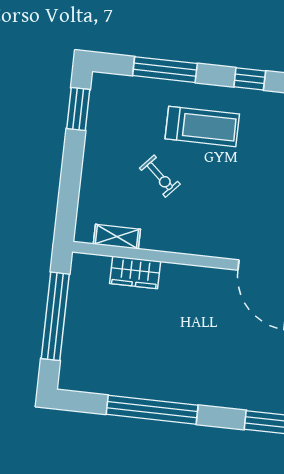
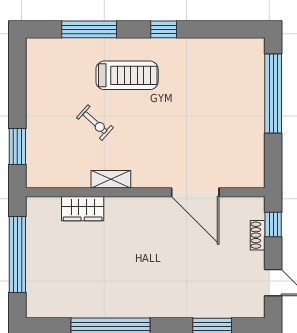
window: (78, 109) -> (17, 147), moved
shelving: (117, 237) -> (111, 179), moved

